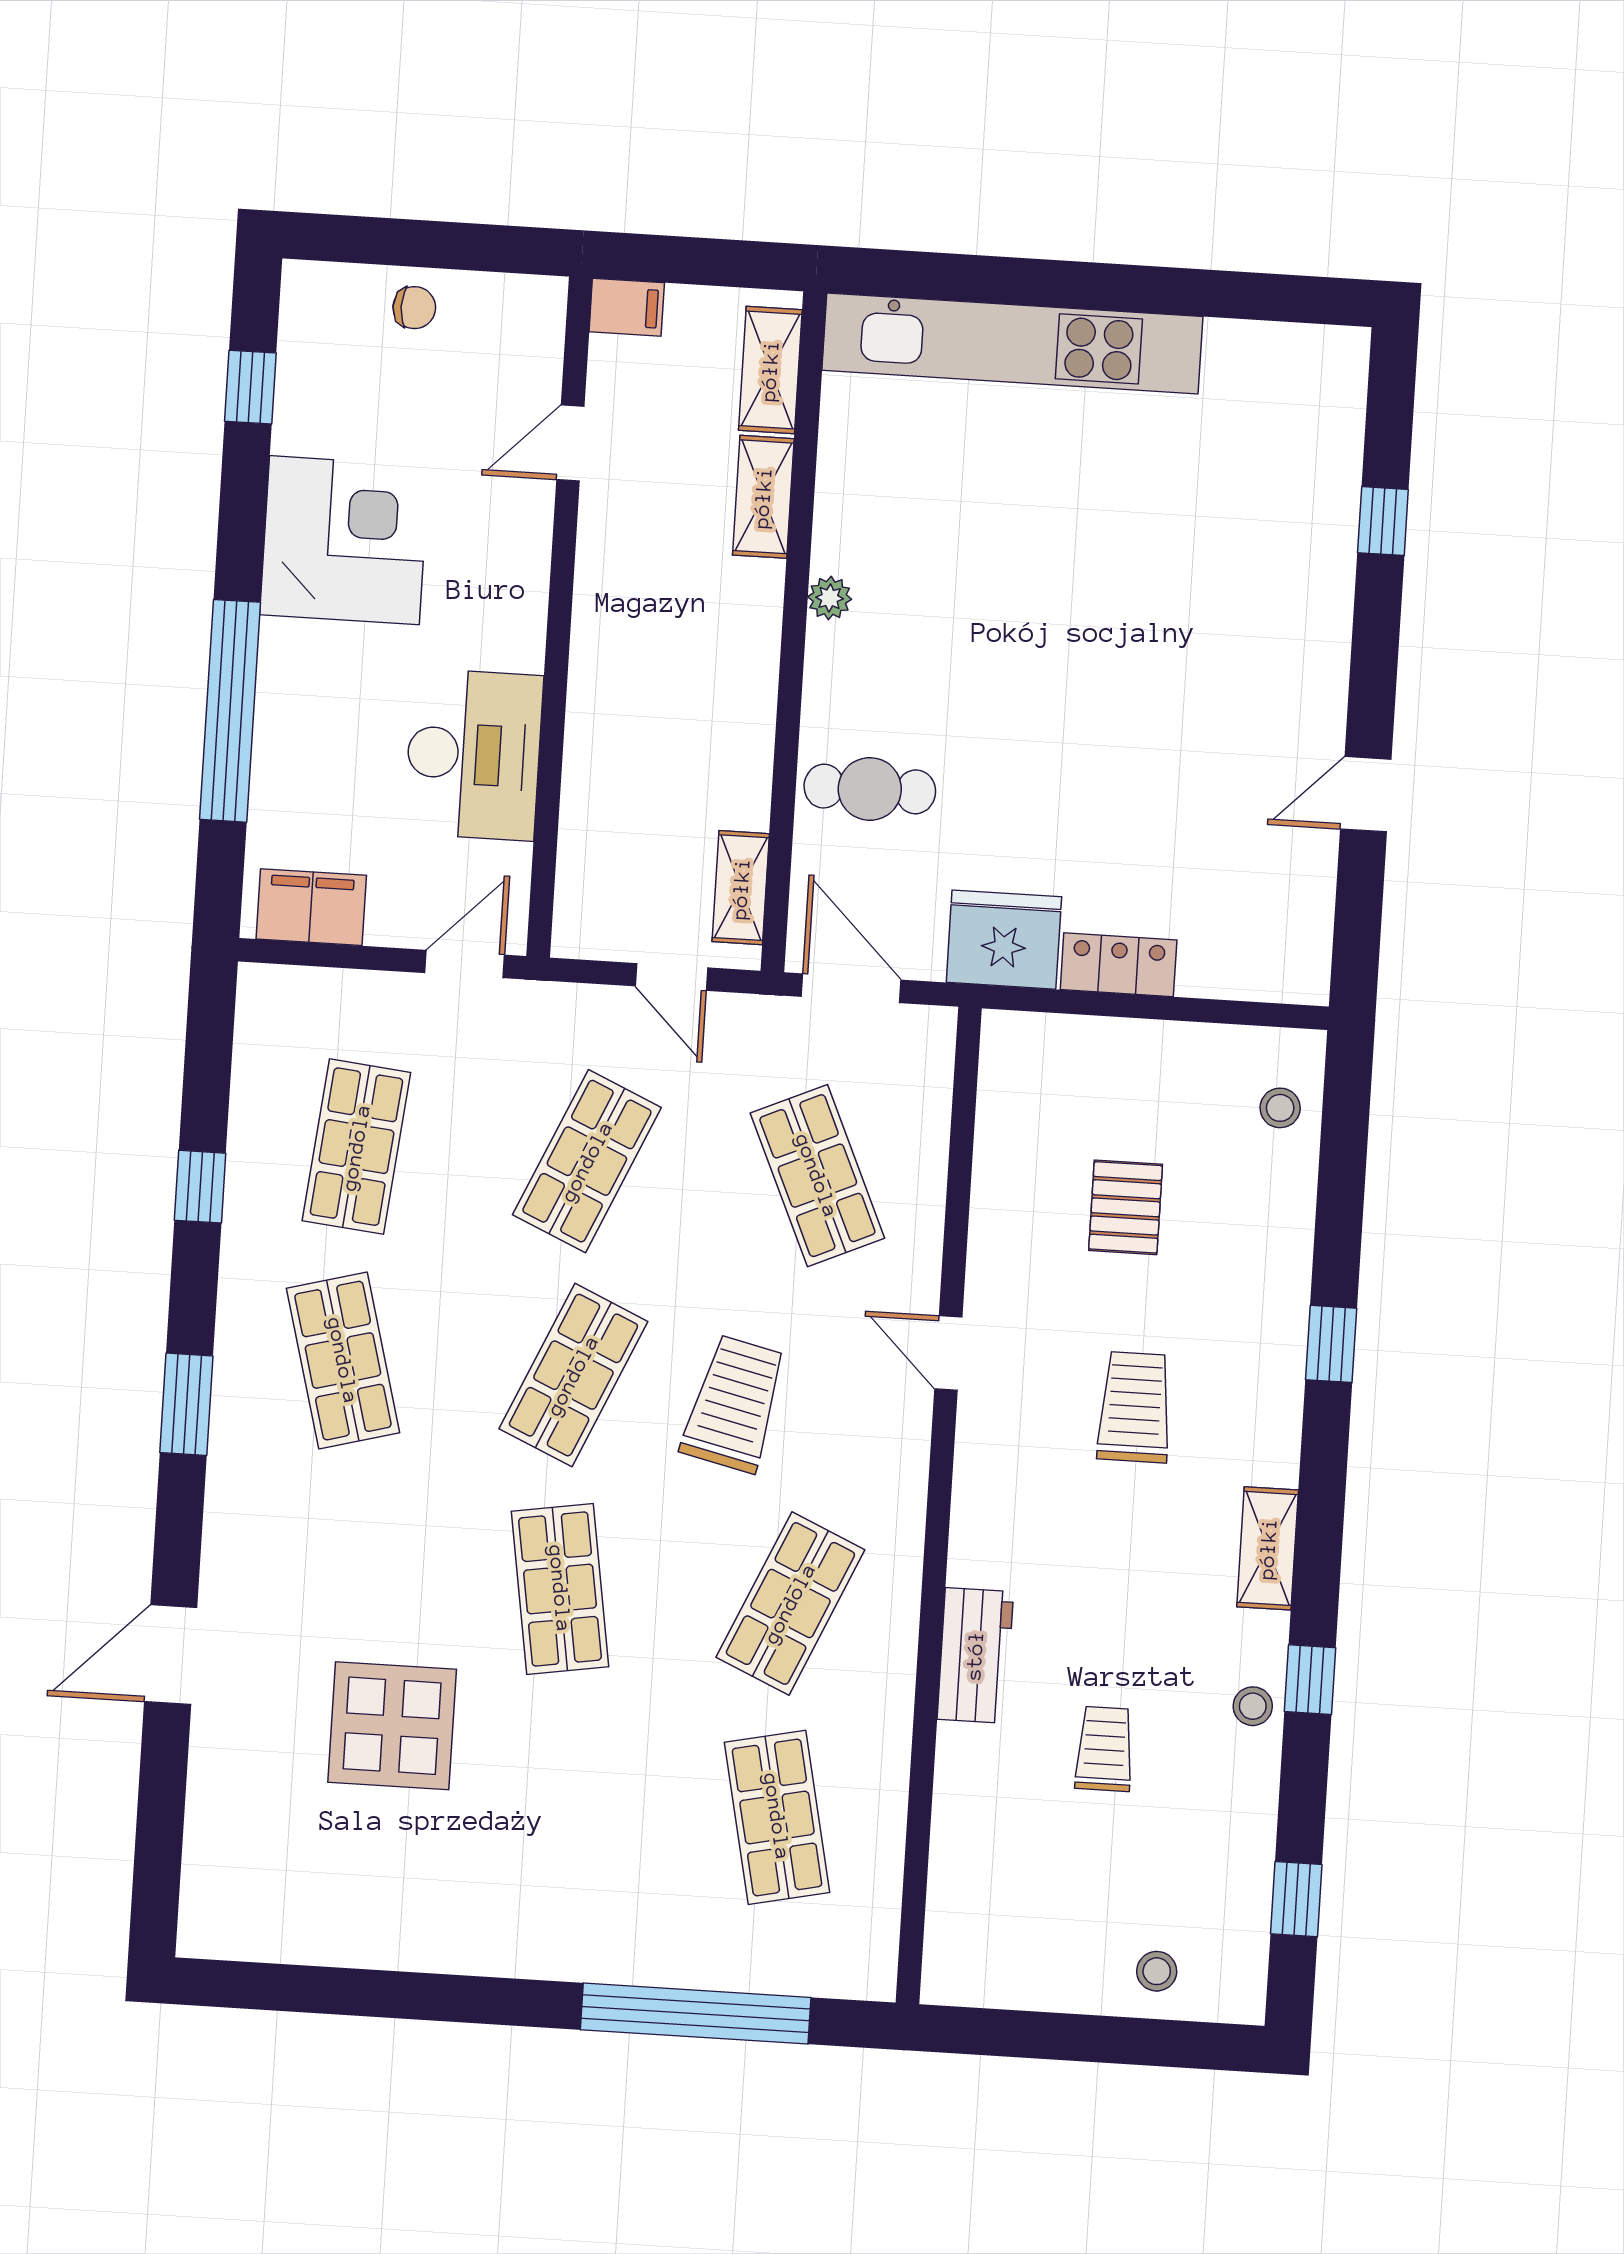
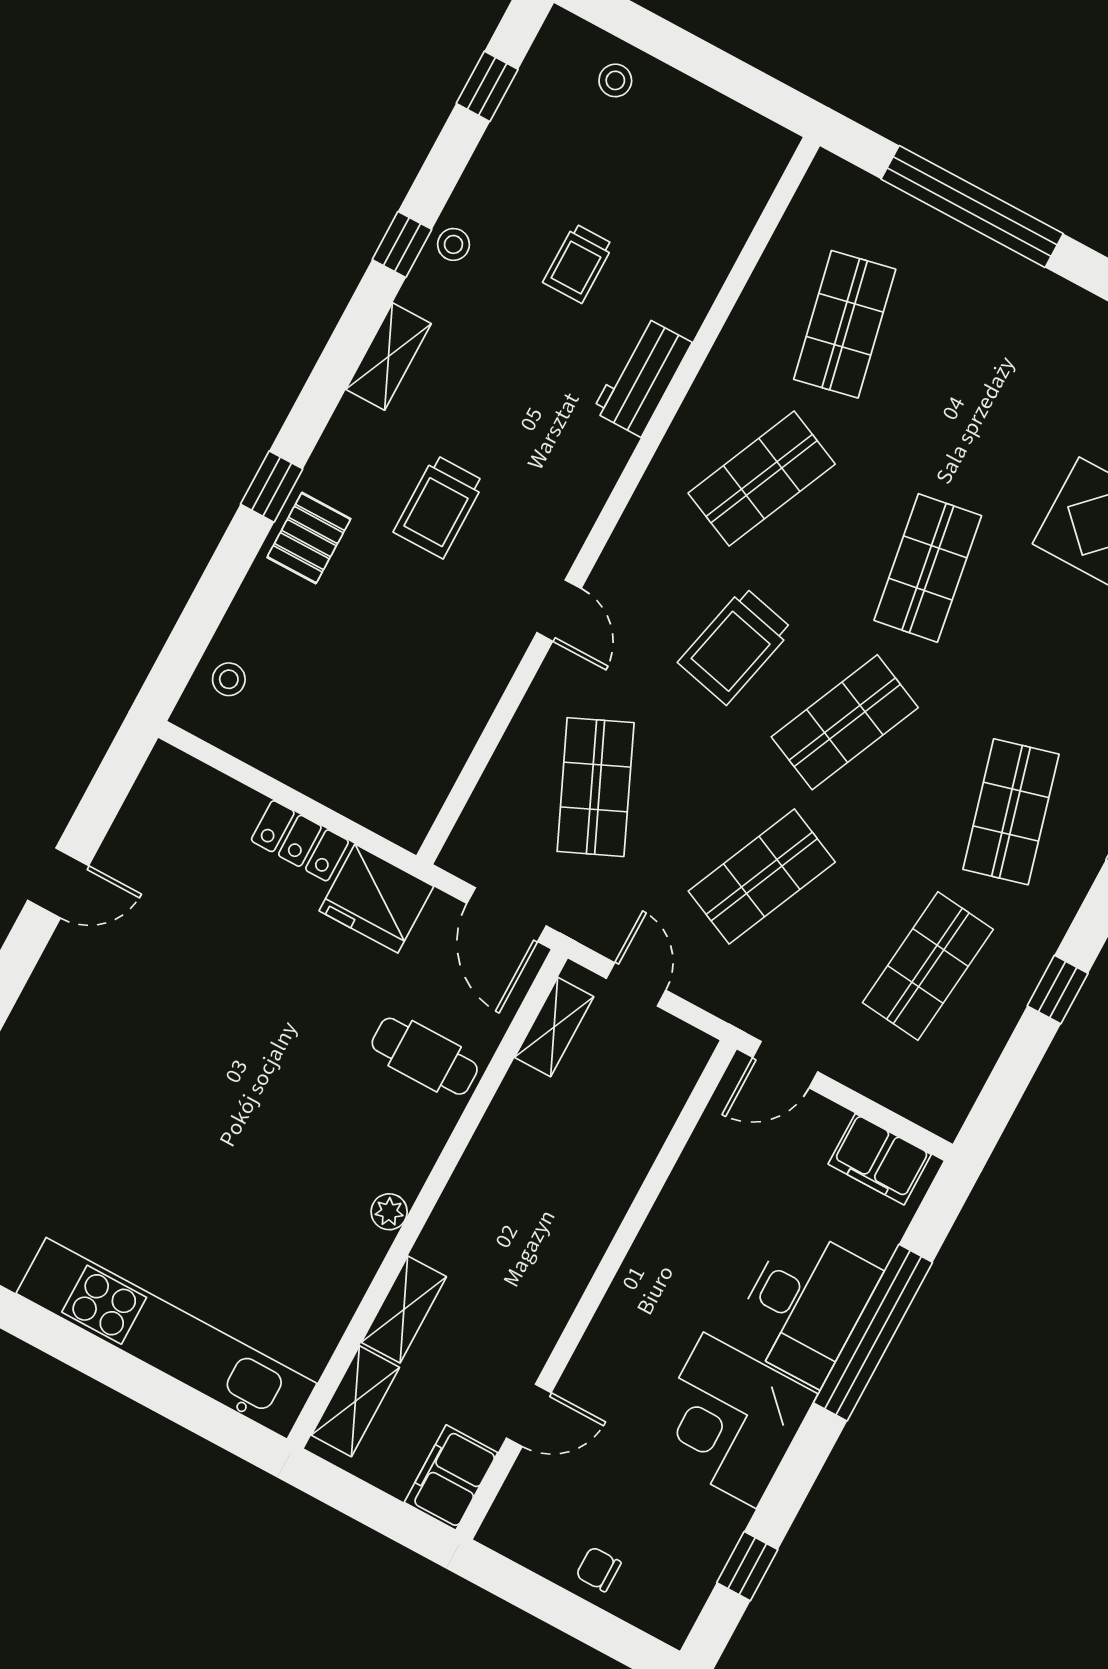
filing cabinet: (627, 307) -> (451, 1477), width x2.00
desk: (474, 754) -> (805, 1305), moved, turned 180
pallet: (1126, 1207) -> (309, 538), moved

